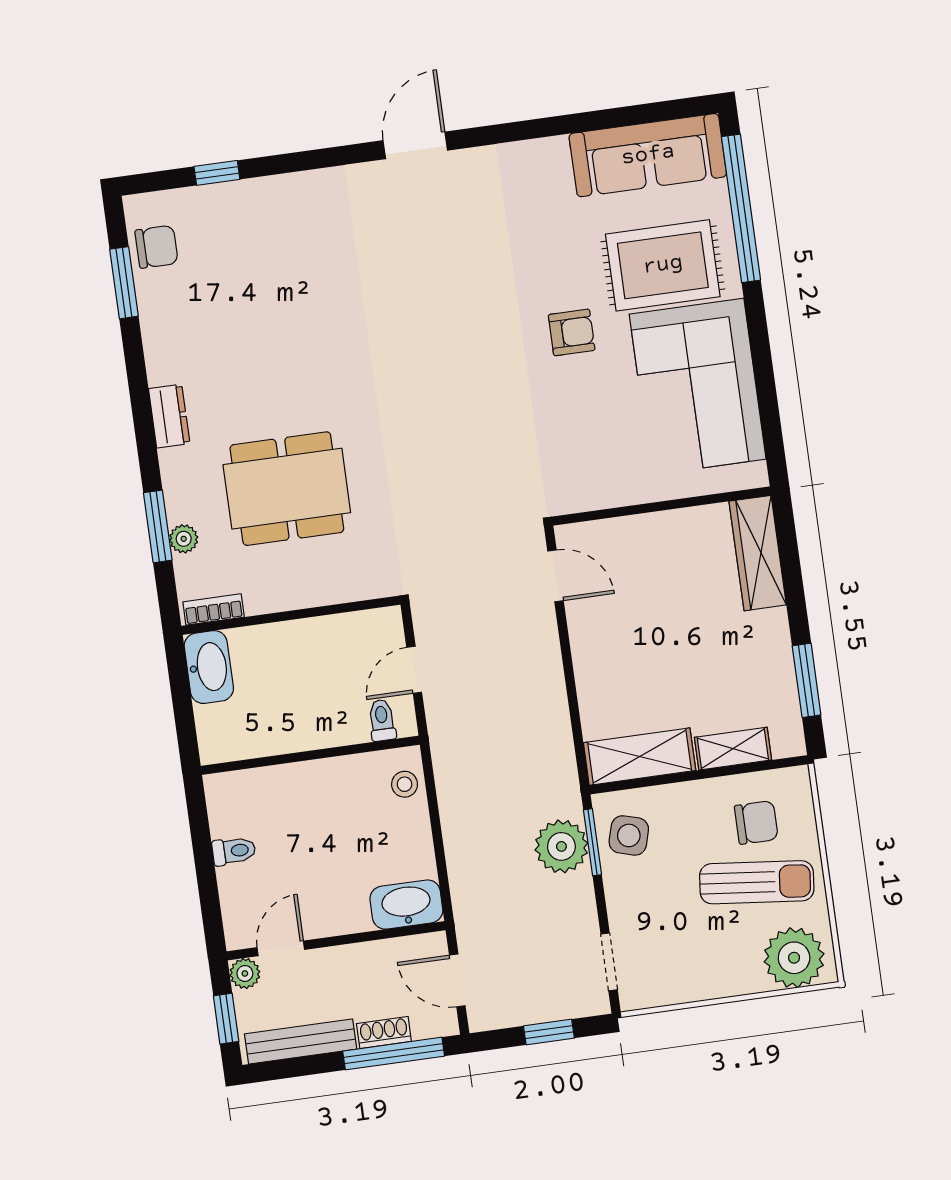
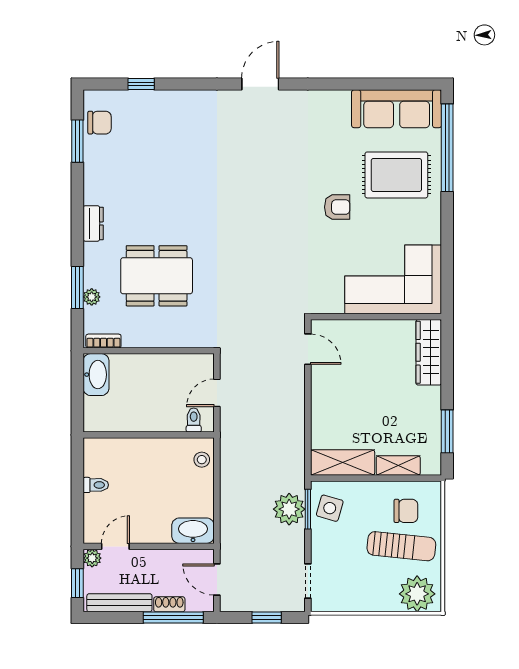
corner sofa: (698, 387) -> (393, 279), moved, turned 90

